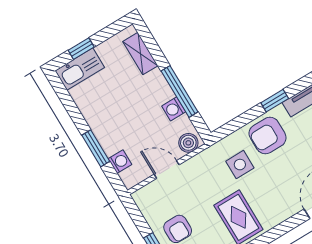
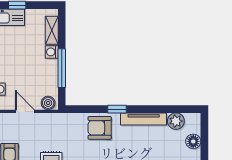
washing machine: (174, 109) -> (52, 52), moved
side table: (240, 165) -> (72, 135), removed

